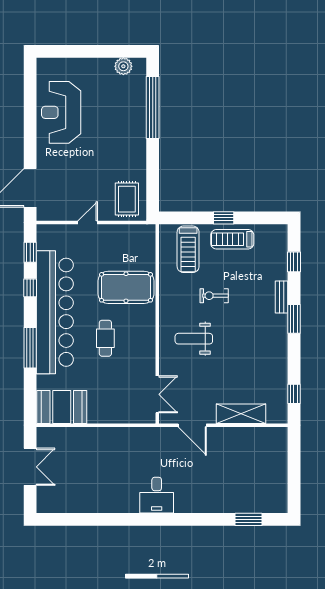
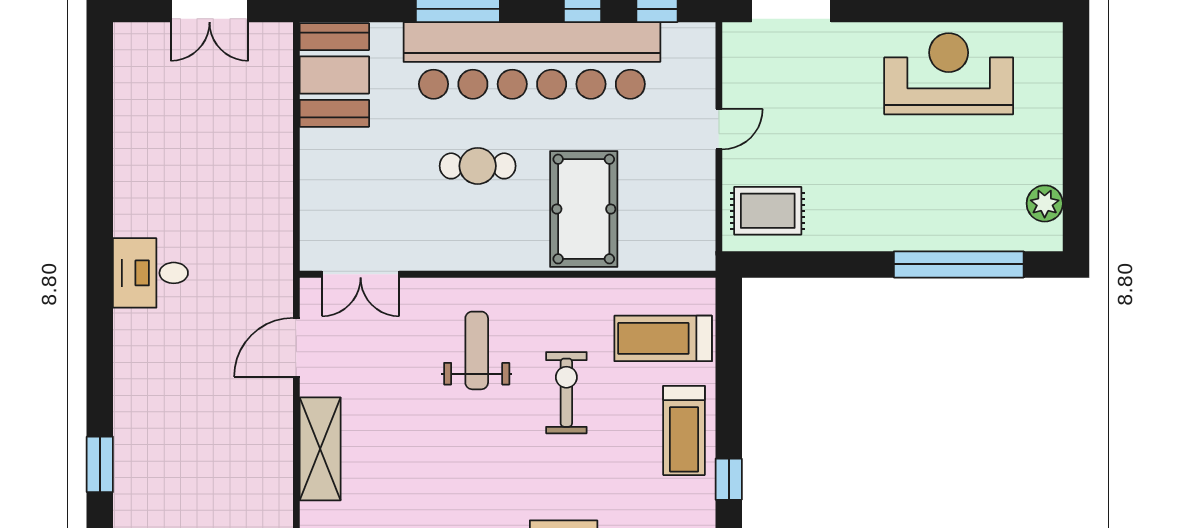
window: (224, 218) -> (729, 479), moved
door: (88, 223) -> (719, 129), hinge flipped
treadmill: (232, 239) -> (684, 430), turned 180
exercise bike: (214, 296) -> (566, 393), width x1.38, depth x1.39

